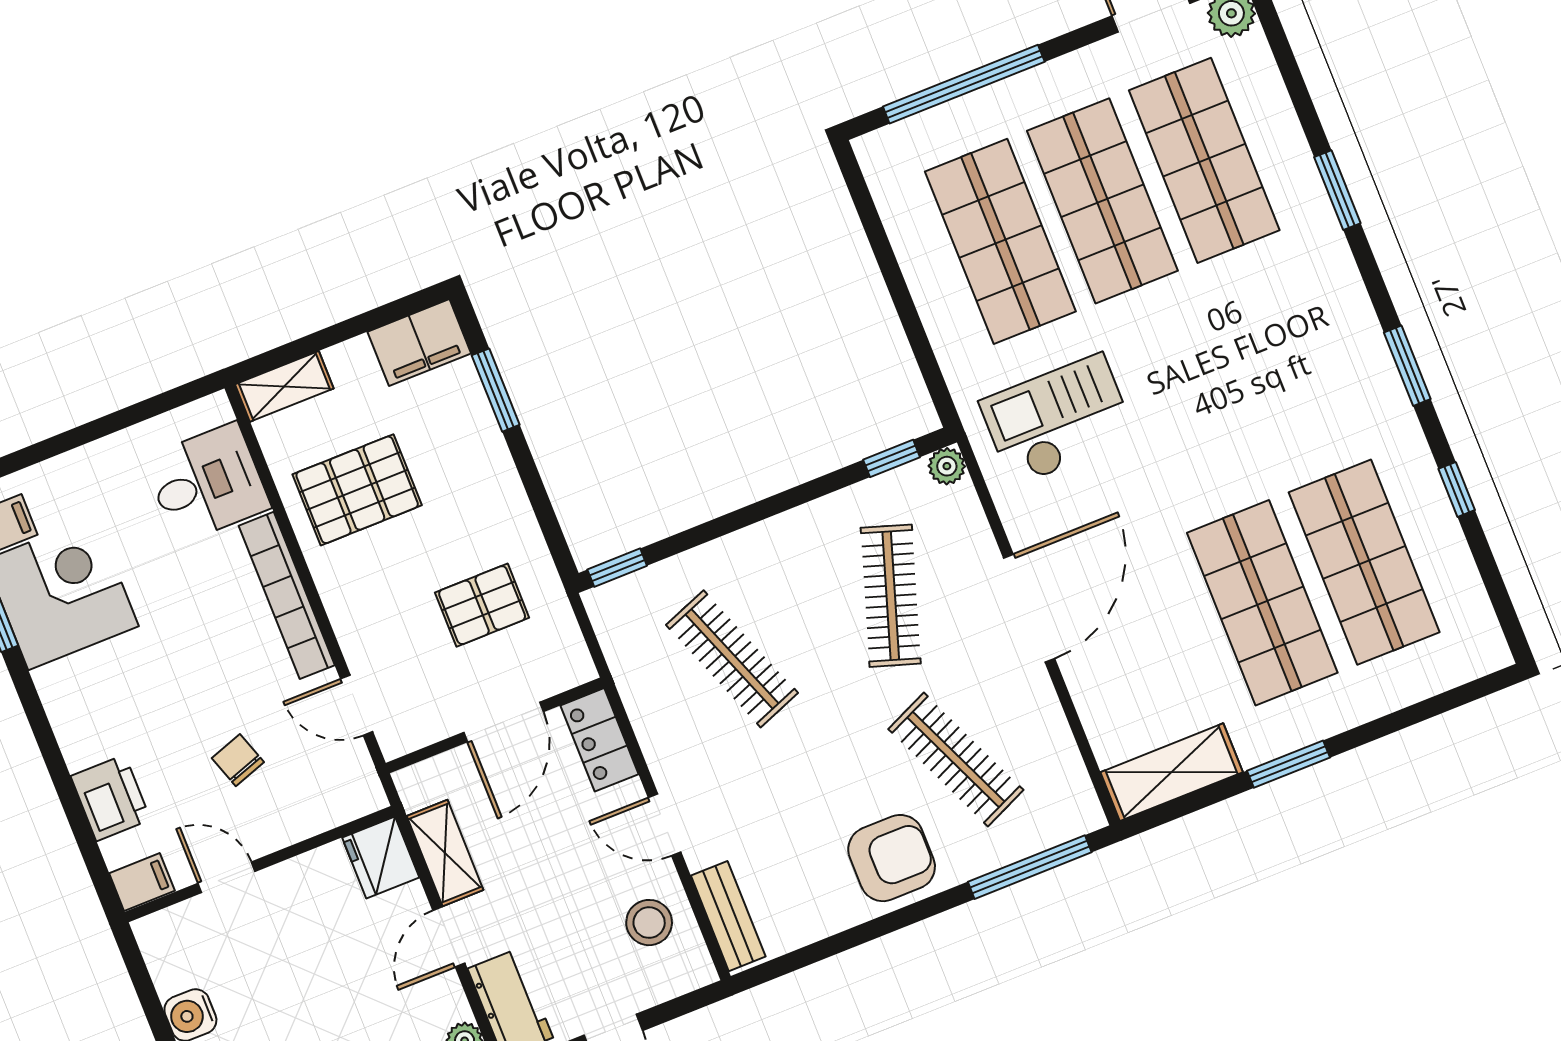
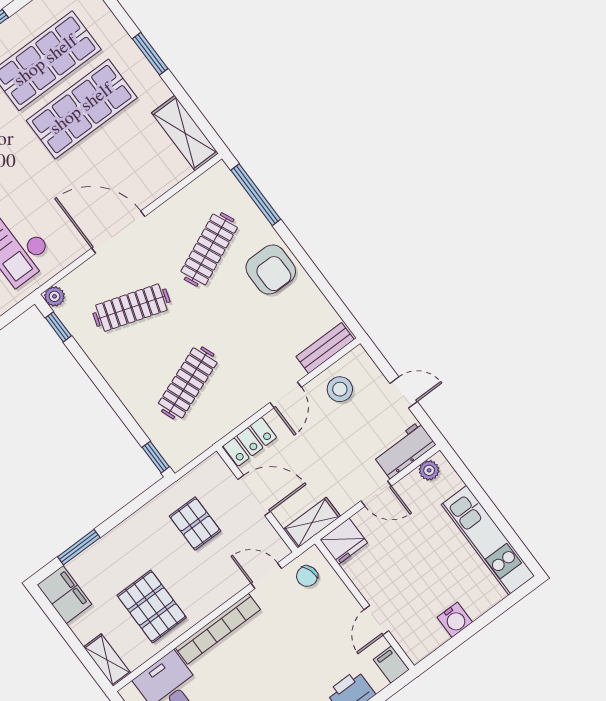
door: (357, 705) -> (266, 576), swing flipped
chair: (238, 760) -> (307, 576), moved
window: (1288, 764) -> (150, 54), moved
shelving: (445, 853) -> (312, 523), moved
armchair: (892, 858) -> (271, 270), turned 180

